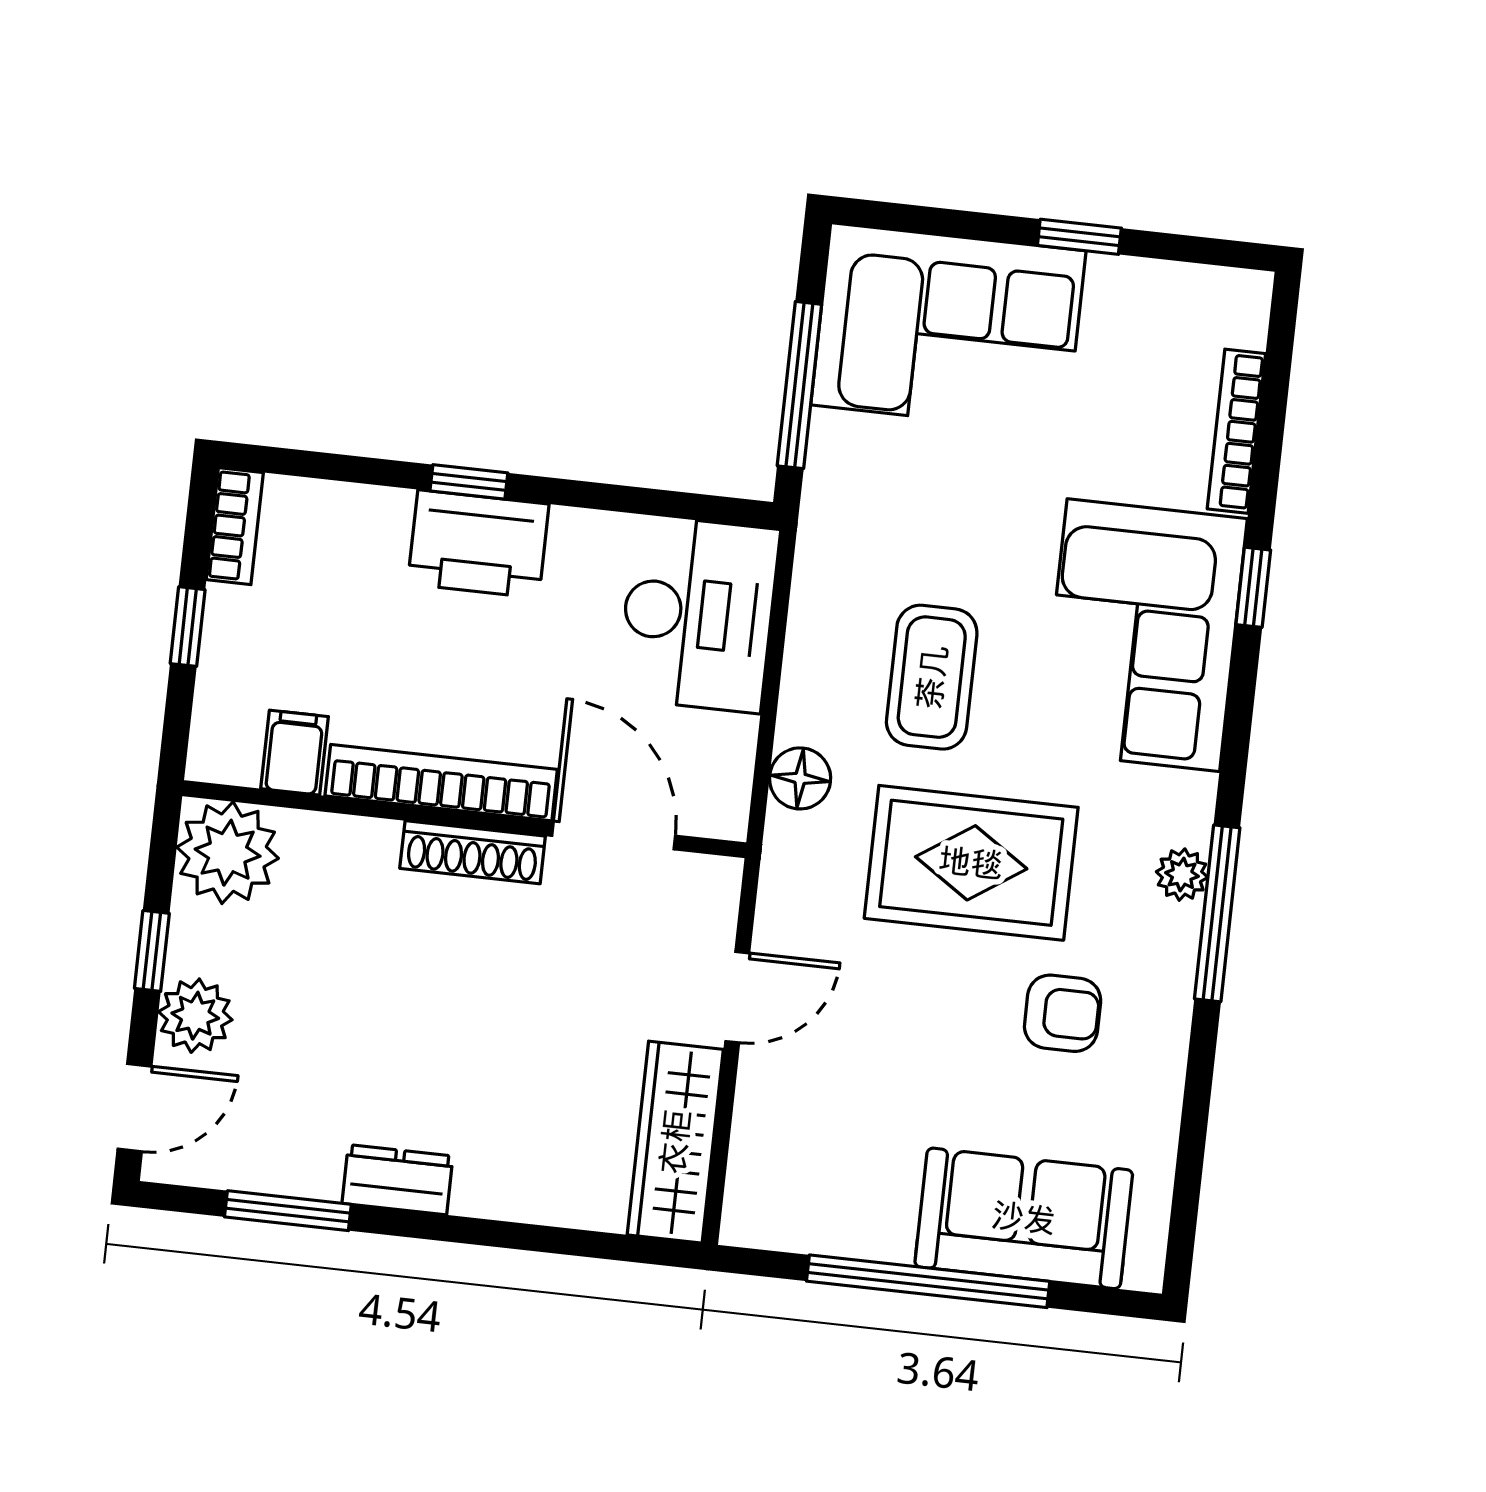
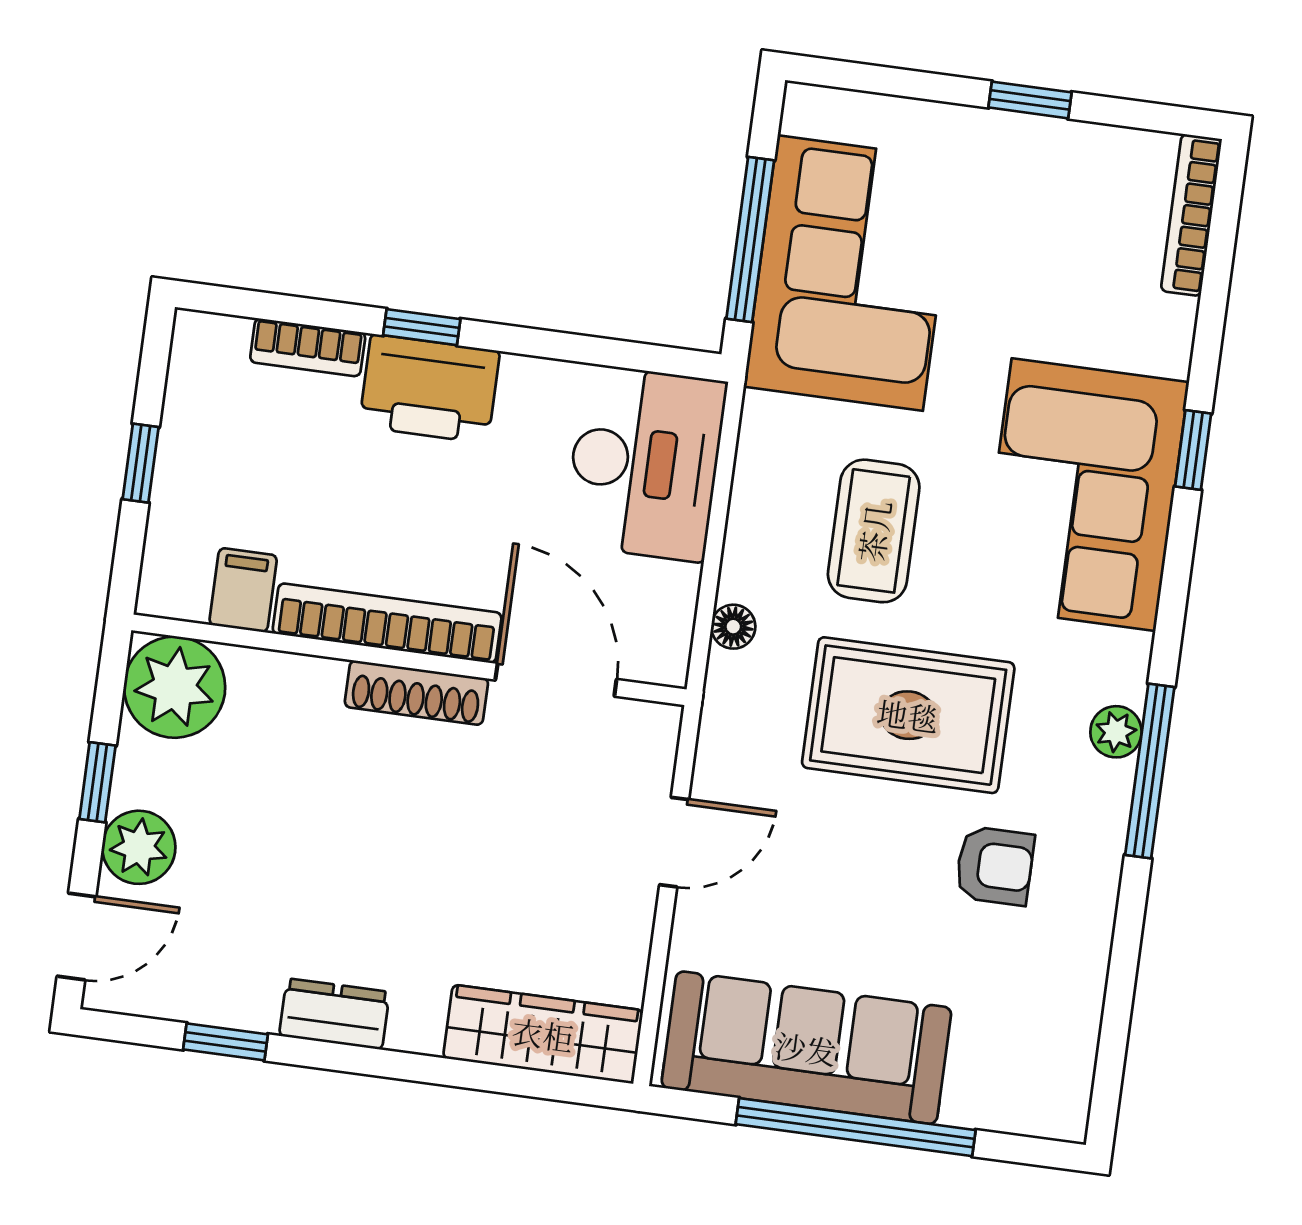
corner sofa: (948, 328) -> (850, 273), moved, turned -90
bookcase: (1236, 431) -> (1191, 215), moved
bookcase: (235, 526) -> (308, 347), moved, turned 90
floor lamp: (800, 778) -> (733, 627), width x0.73, depth x0.73
wardrobe: (675, 1142) -> (543, 1034), moved, turned 90
window: (288, 1211) -> (226, 1042), width x0.67
sofa: (1024, 1218) -> (806, 1048), moved, width x1.36

